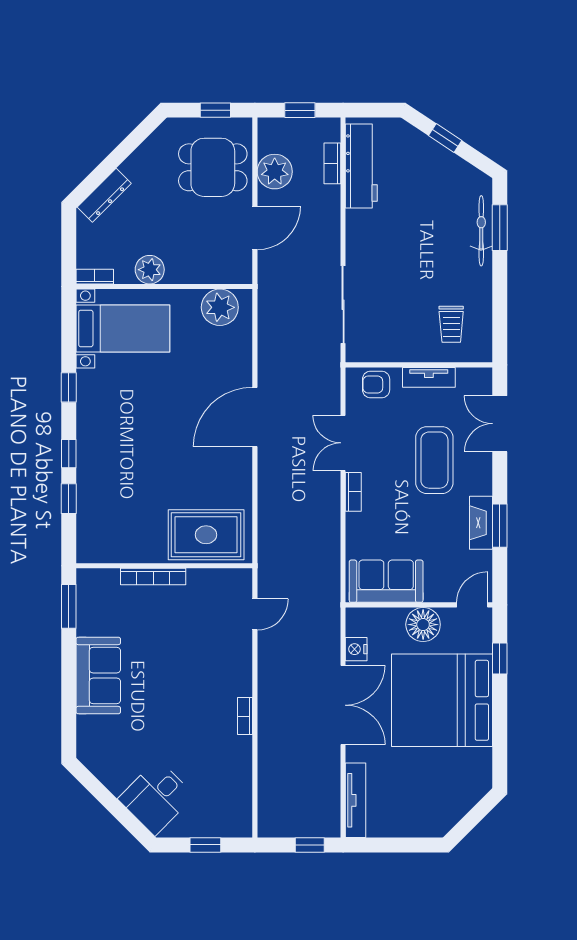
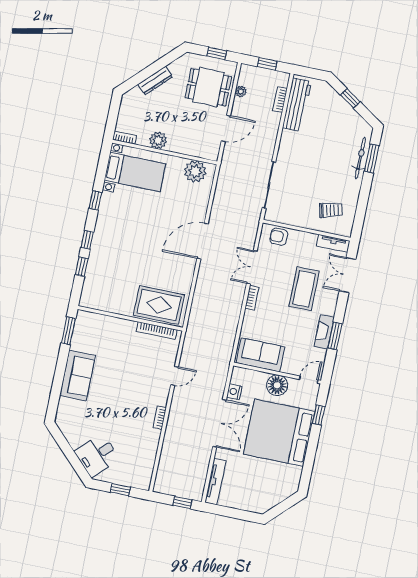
plant: (275, 172) -> (241, 91), width x0.53, depth x0.53
dresser: (104, 195) -> (155, 81), moved
trolley: (451, 324) -> (331, 210), turned -104
tv unit: (429, 377) -> (333, 243), moved
bookcase: (153, 577) -> (157, 330), moved
door: (255, 614) -> (175, 376), moved

